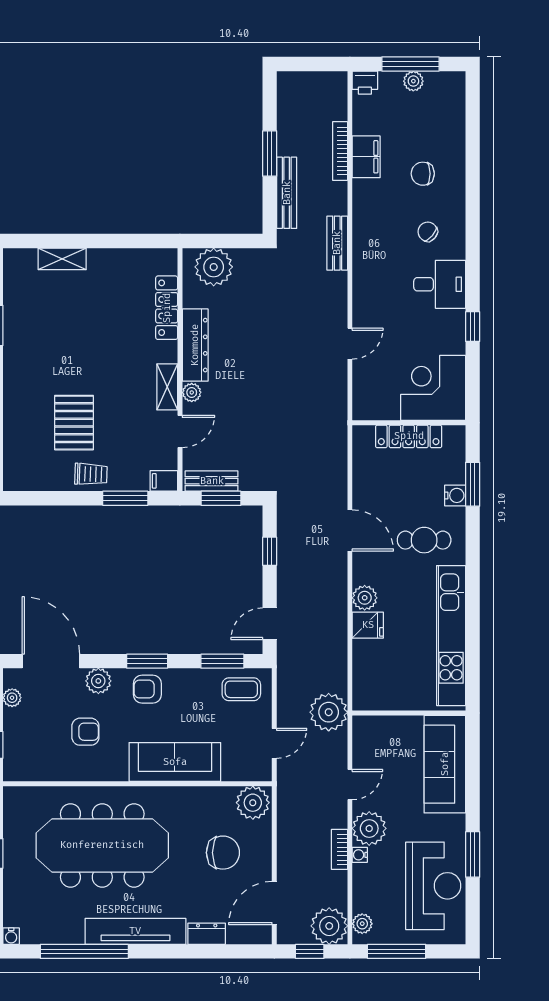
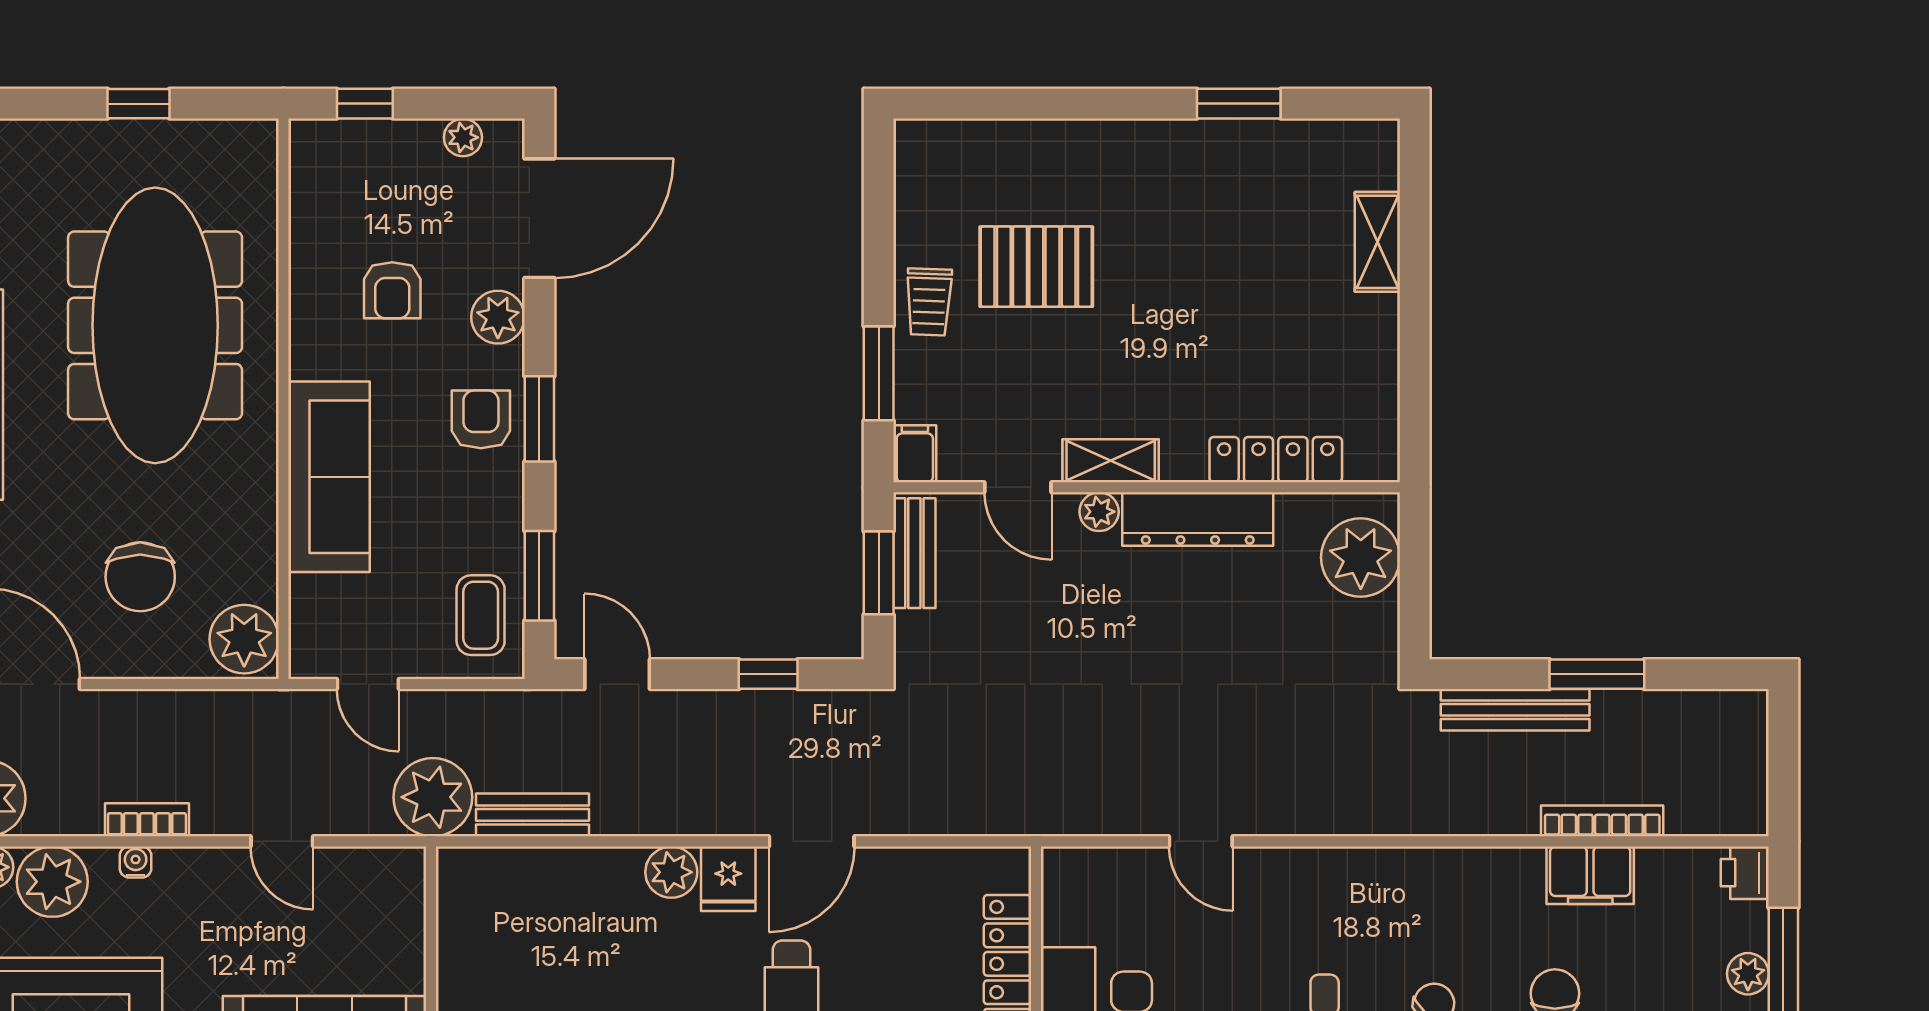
bench: (337, 243) -> (532, 815), moved
fridge: (368, 625) -> (728, 879), moved
plant: (369, 828) -> (52, 882), moved

